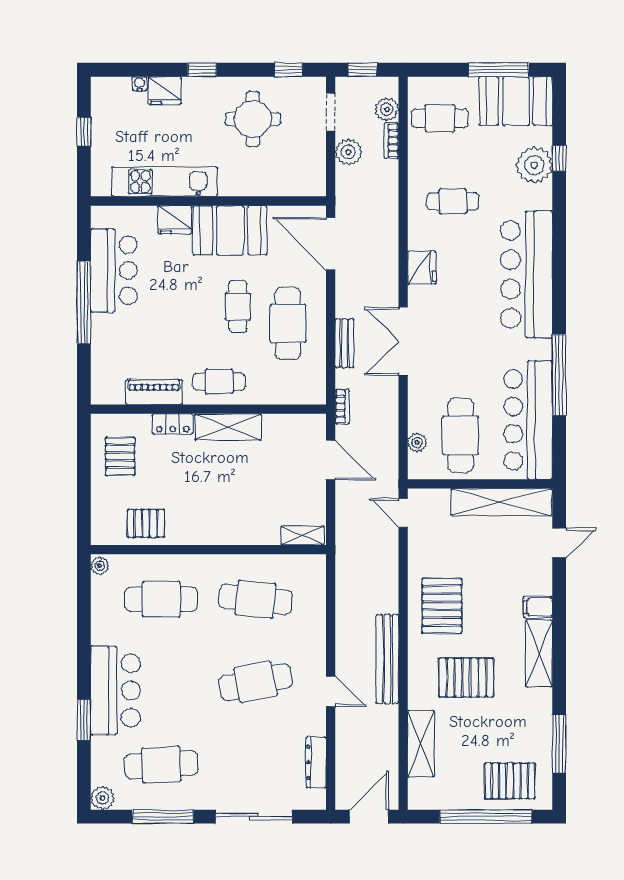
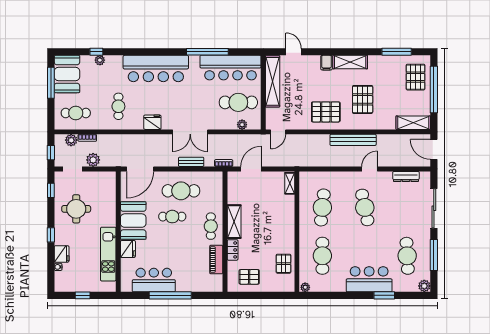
cafe table: (440, 118) -> (76, 113), turned 90
plant: (534, 165) -> (100, 60), width x0.53, depth x0.53
shelving: (421, 744) -> (413, 123), moved

